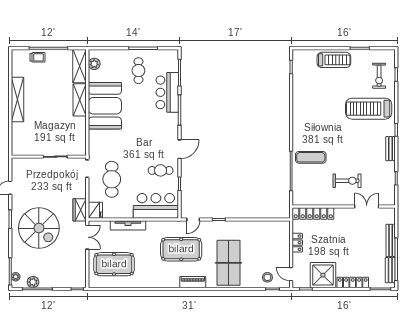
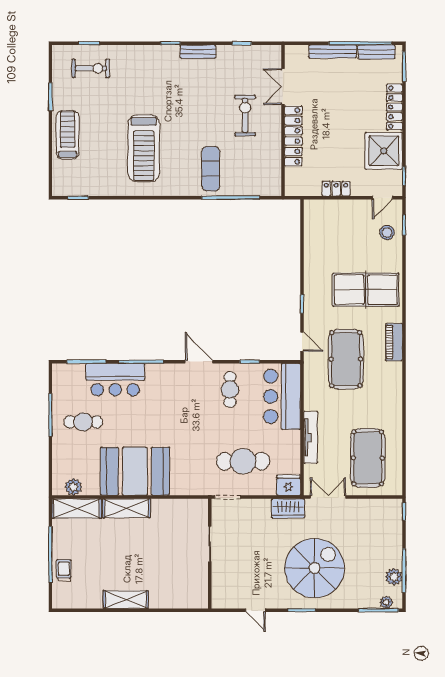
shelving: (18, 100) -> (126, 600), width x0.68
treadmill: (369, 109) -> (144, 148), moved
locker: (313, 214) -> (293, 136), moved

